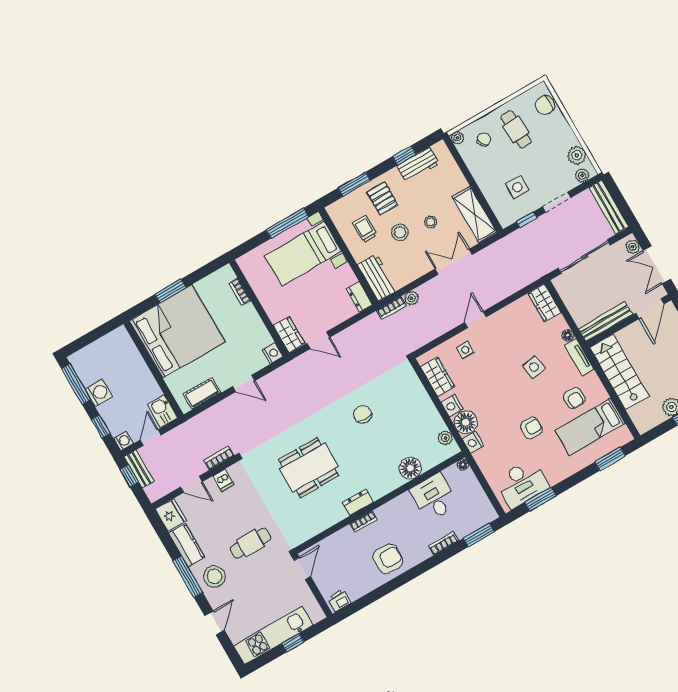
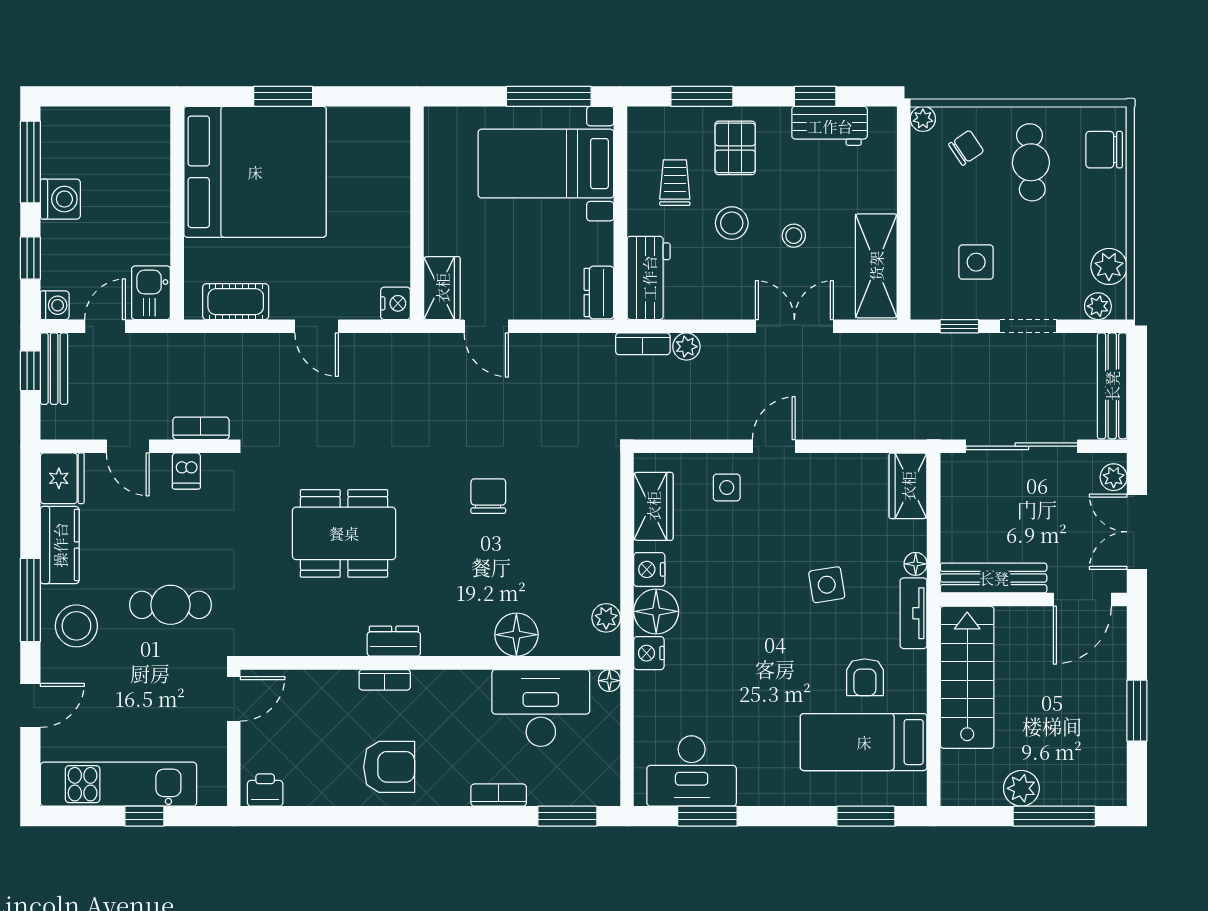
bookcase: (240, 292) -> (400, 166), removed
armchair: (531, 428) -> (762, 686), removed
desk: (434, 498) -> (541, 708), width x1.37

